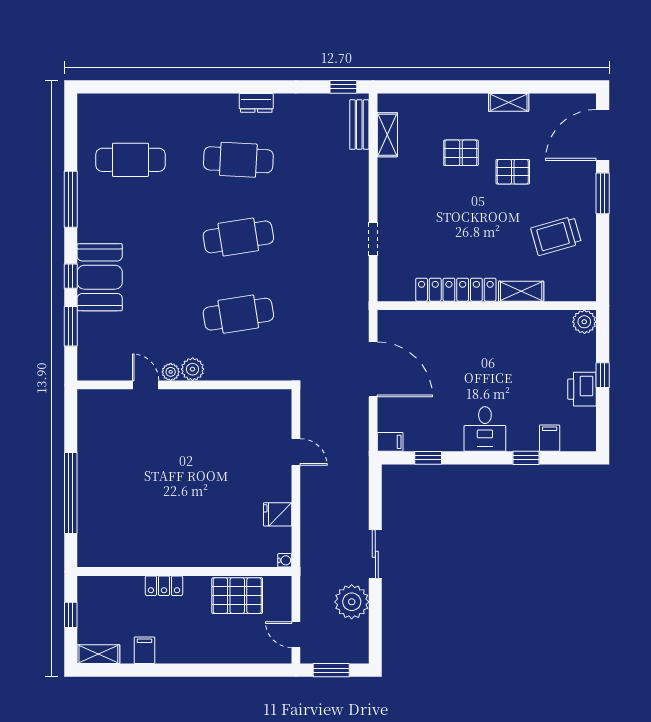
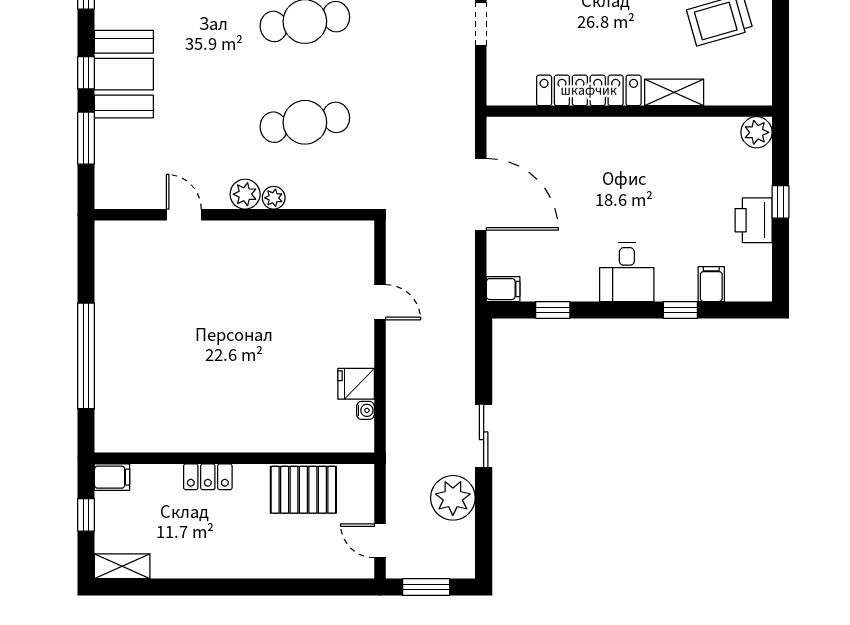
plant: (171, 372) -> (274, 198), moved
water cooler: (285, 560) -> (365, 410), moved
filing cabinet: (144, 650) -> (112, 477), moved, turned 90

